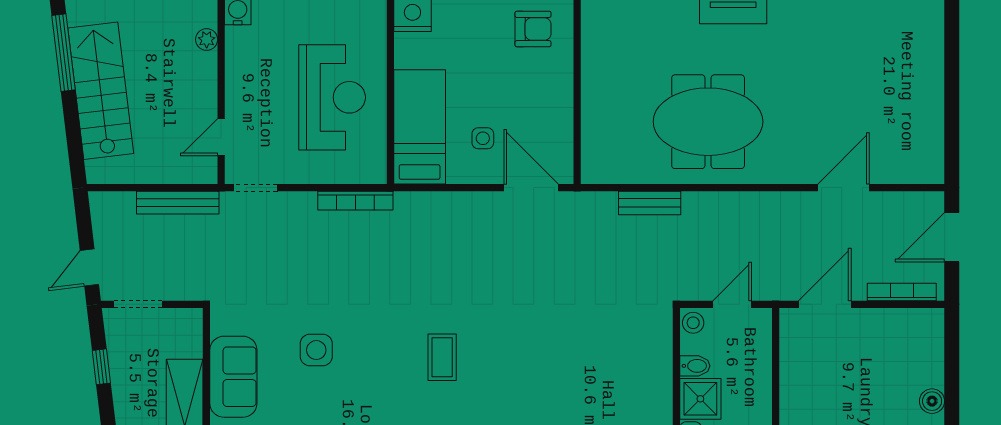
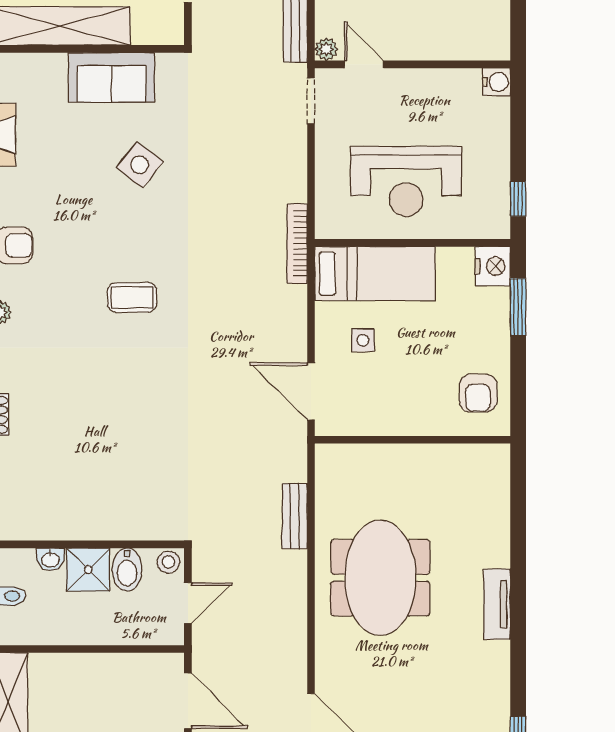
plant: (207, 40) -> (326, 49), moved
door: (531, 188) -> (311, 391), swing flipped
bookcase: (355, 201) -> (297, 243), moved
door: (732, 304) -> (188, 603), hinge flipped
side table: (316, 350) -> (140, 165), turned 38
bidet: (695, 366) -> (127, 570), width x1.38, depth x1.36

